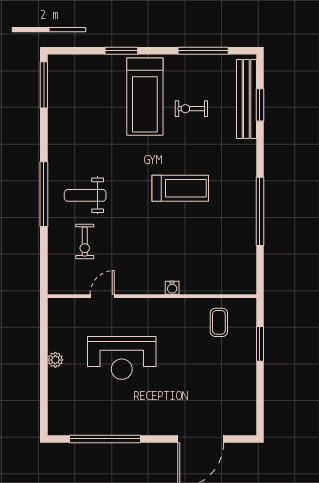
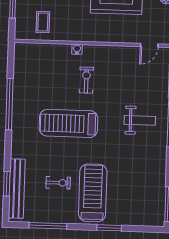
treadmill: (180, 188) -> (68, 123), width x1.37, depth x1.38
exercise bike: (85, 242) -> (86, 80), moved
door: (102, 296) -> (149, 45), moved

